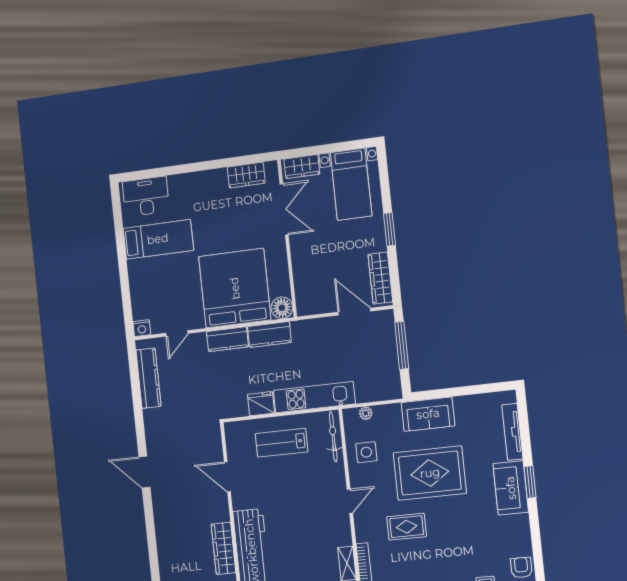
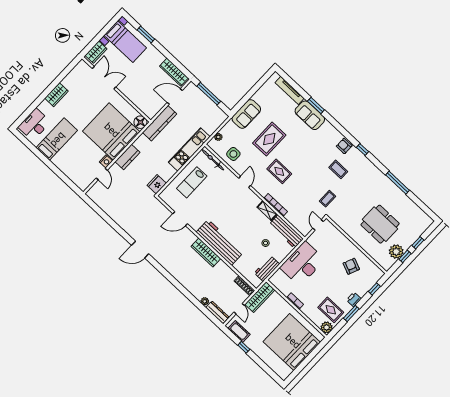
wardrobe: (246, 175) -> (56, 95), moved
window: (389, 229) -> (146, 34), moved
nightstand: (142, 328) -> (106, 161), moved
kitchen counter: (269, 334) -> (160, 123), moved, width x1.50
kitchen counter: (148, 378) -> (106, 205), removed
fridge: (261, 404) -> (157, 184), moved
rug: (430, 473) -> (269, 139), width x0.73, depth x0.69
rug: (407, 527) -> (279, 171), turned 90

